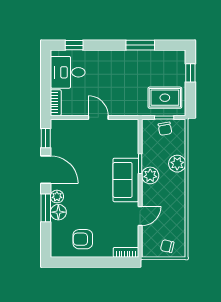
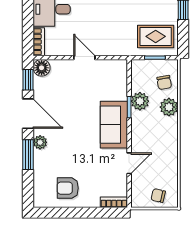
chair: (165, 129) -> (164, 82), moved
plant: (150, 175) -> (140, 101), moved
floor lamp: (58, 212) -> (42, 68), moved

